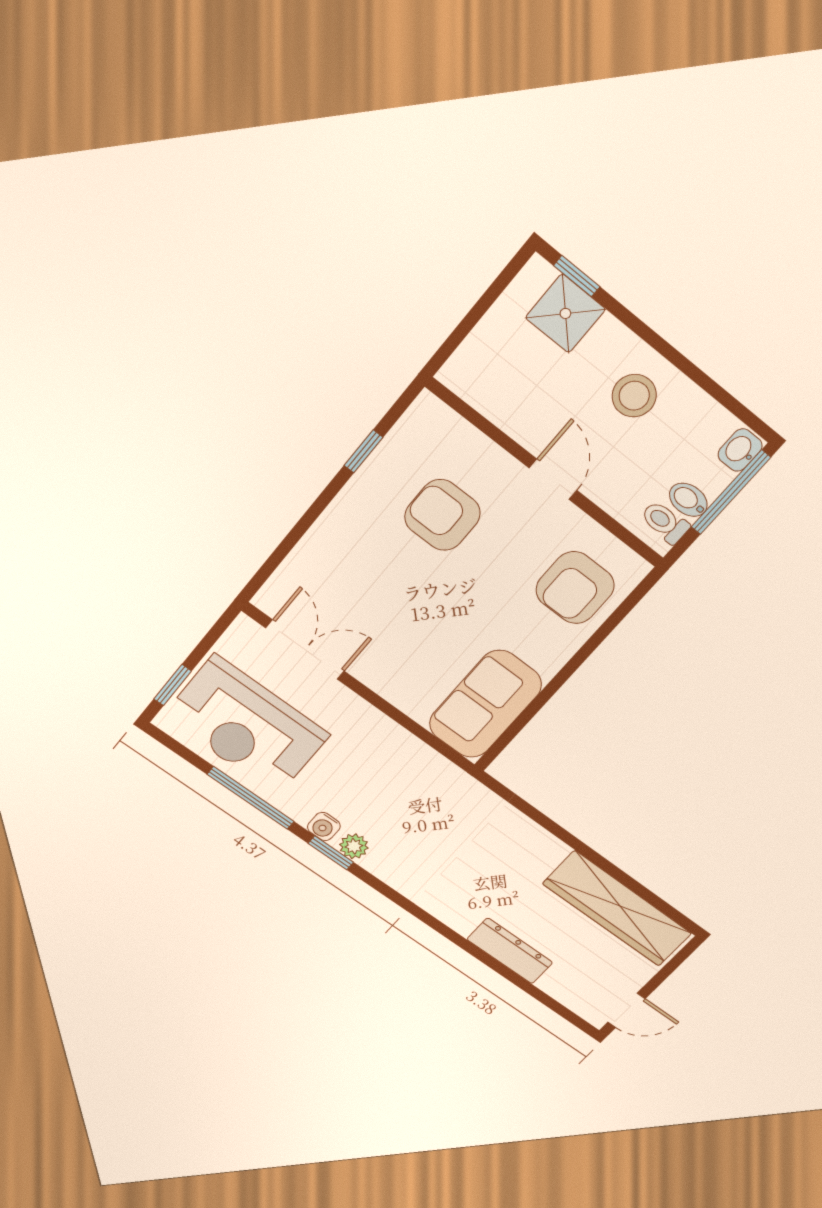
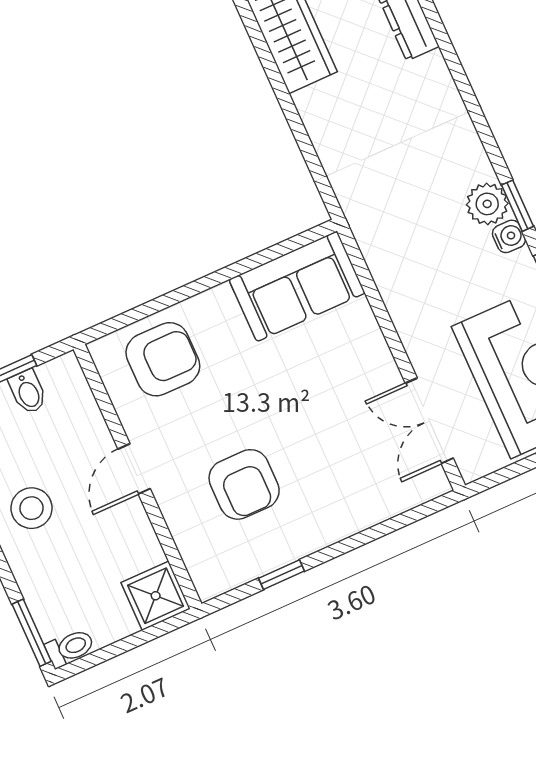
window: (577, 276) -> (32, 633), width x1.50
shower: (565, 313) -> (156, 596), moved
toilet: (665, 522) -> (70, 648), moved, turned -90
plant: (354, 846) -> (487, 204), width x1.38, depth x1.38

